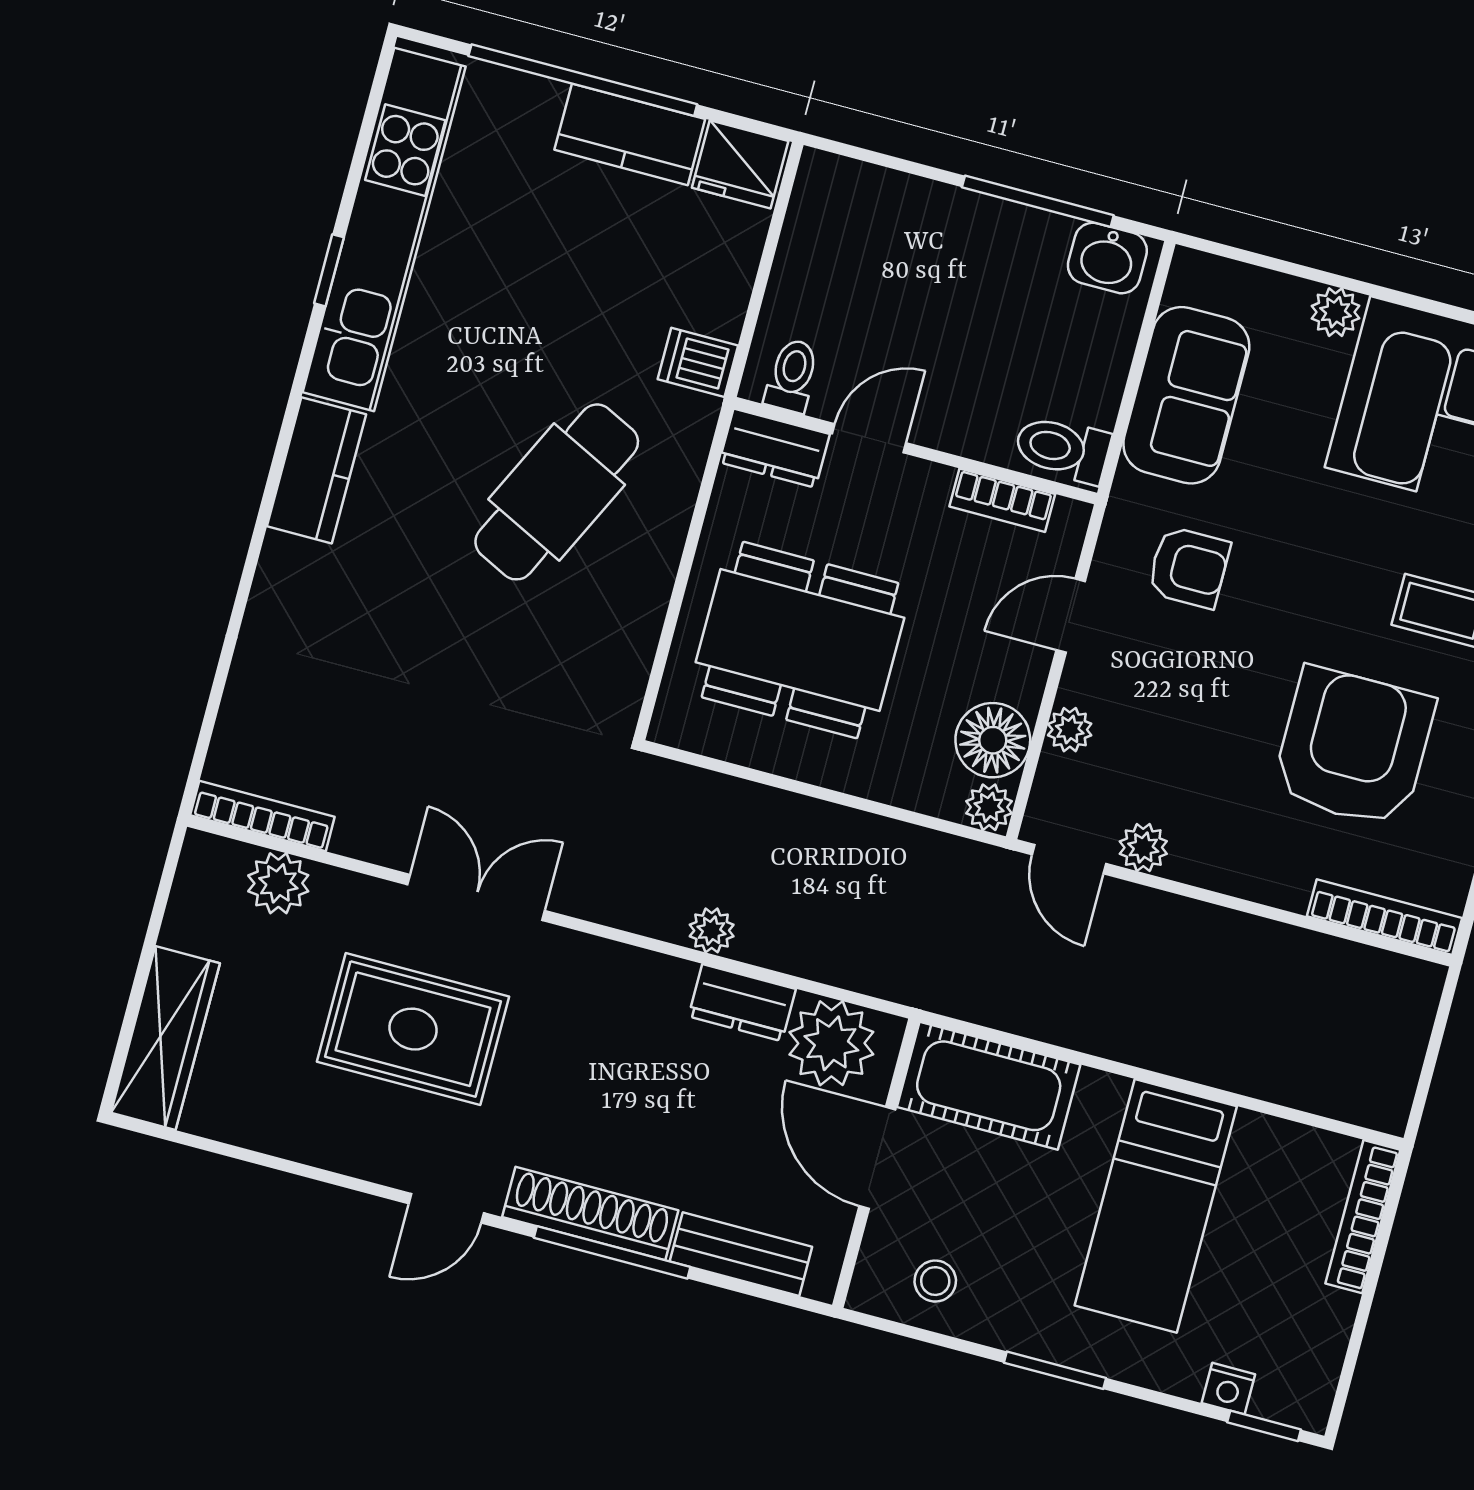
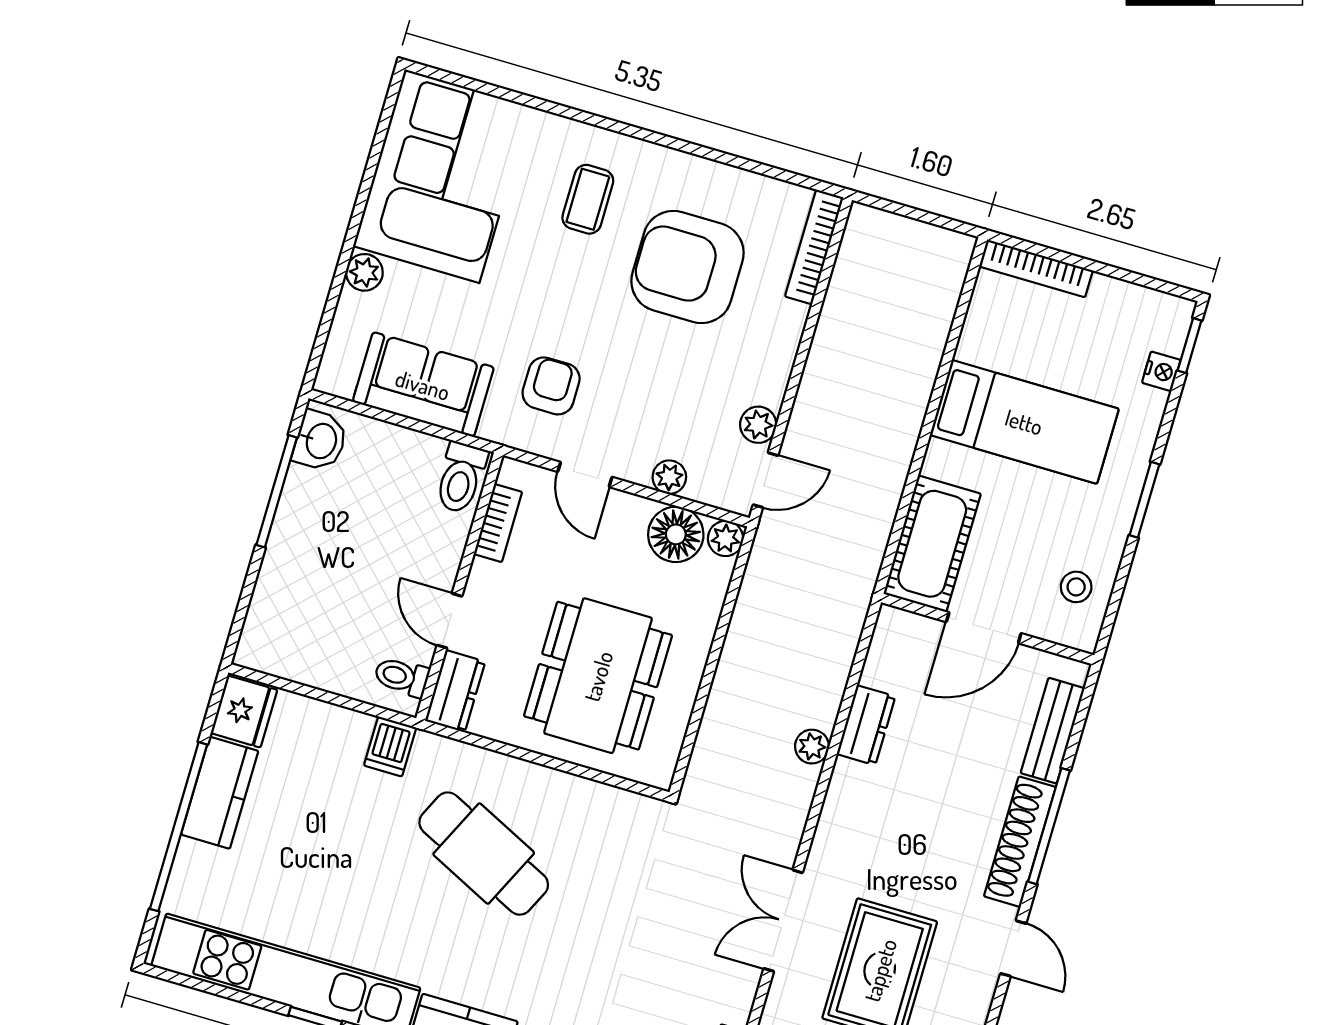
plant: (831, 1043) -> (898, 660), removed

